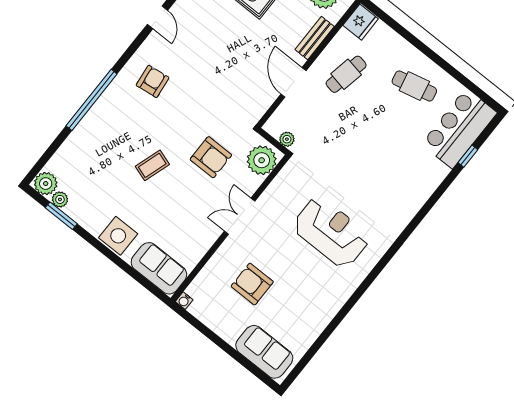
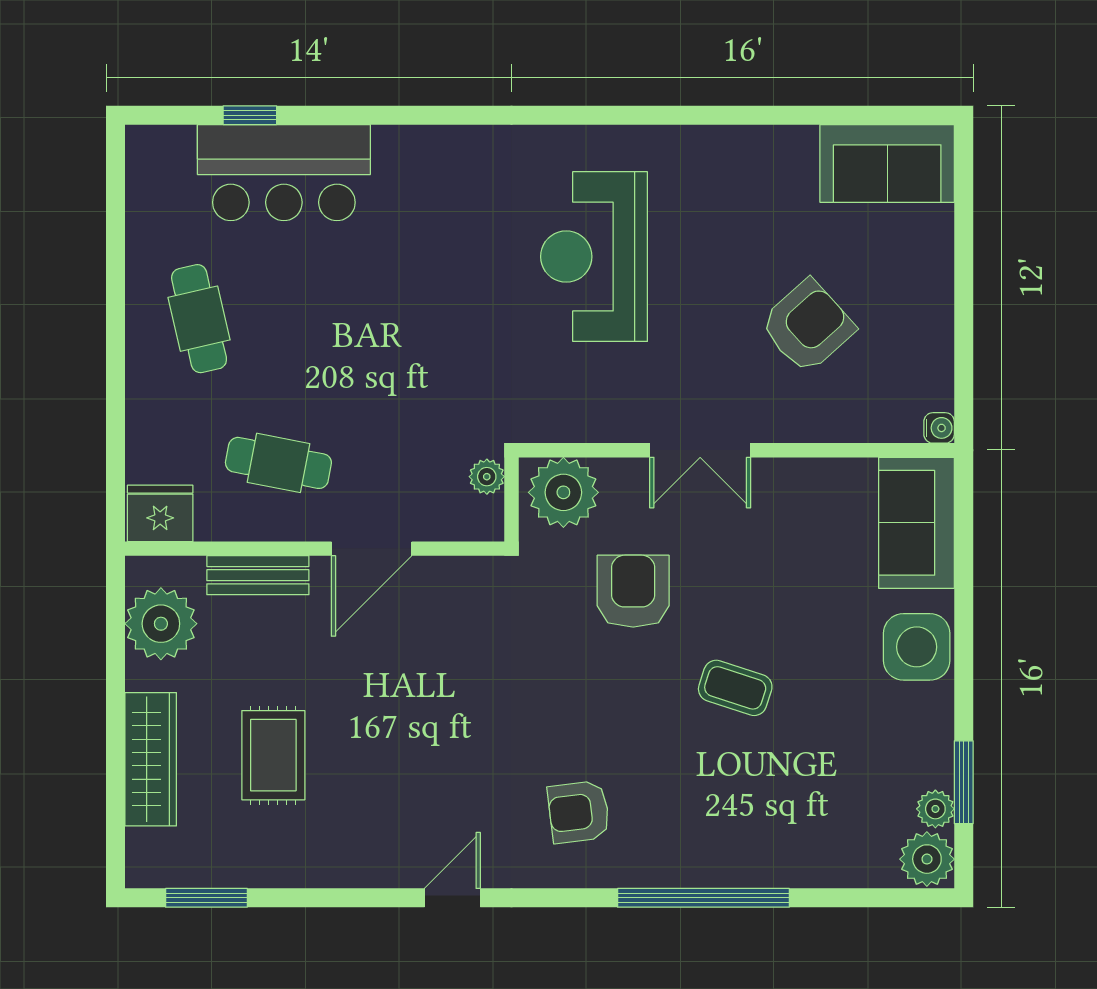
bar counter: (459, 128) -> (284, 173), moved
armchair: (252, 284) -> (807, 326), turned -132
sofa: (264, 352) -> (887, 163), moved, turned -90

